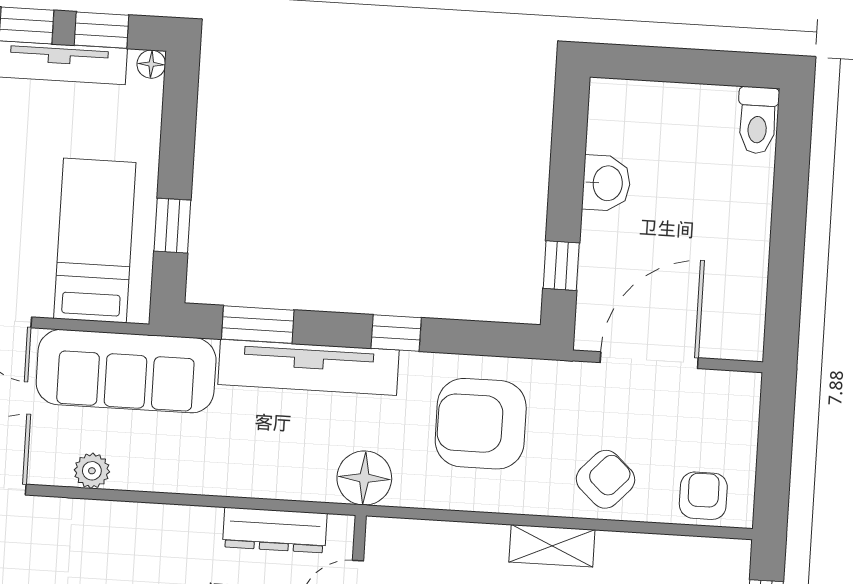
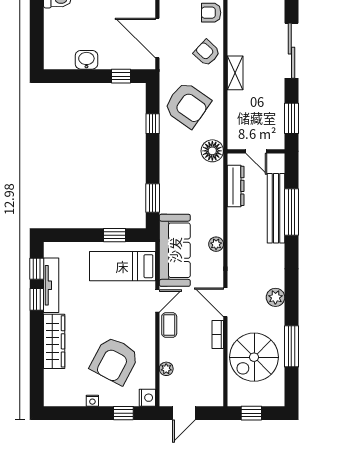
floor lamp: (151, 64) -> (49, 248), removed
window: (396, 333) -> (153, 124), moved
tv unit: (308, 367) -> (169, 176), removed
armchair: (481, 424) -> (187, 105), turned -55
plant: (92, 471) -> (216, 244), moved

